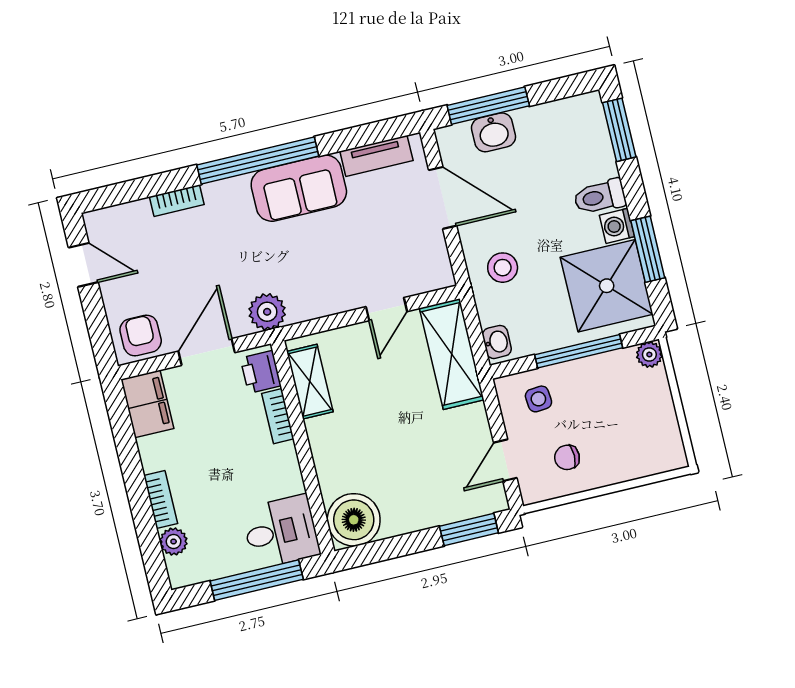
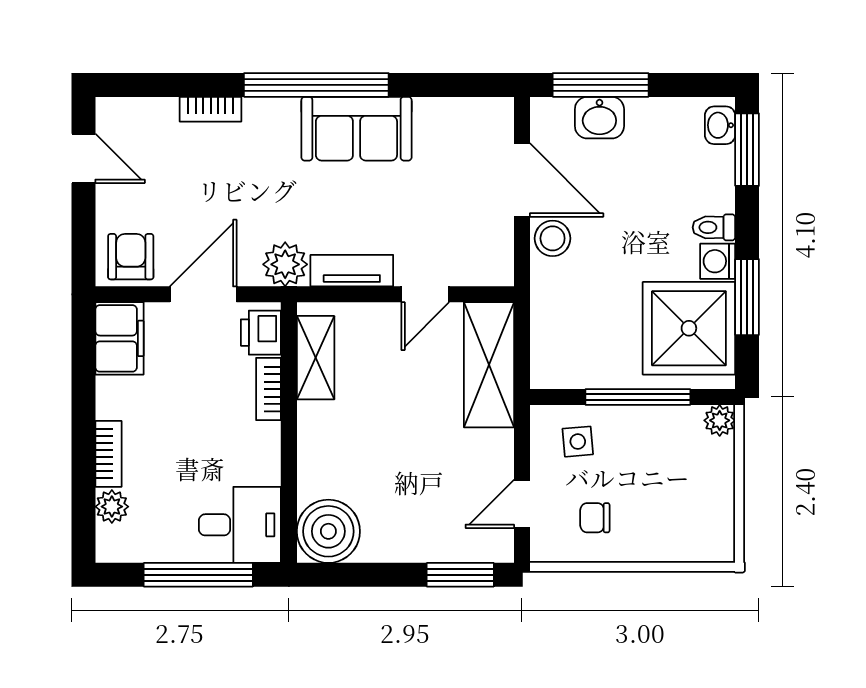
tv unit: (376, 156) -> (352, 271), moved, turned 180
toilet: (600, 197) -> (714, 227), width x0.73, depth x0.72
stool: (503, 268) -> (553, 238), moved
washbasin: (497, 342) -> (720, 125), moved, turned 180

